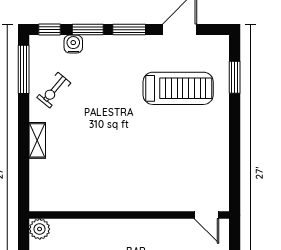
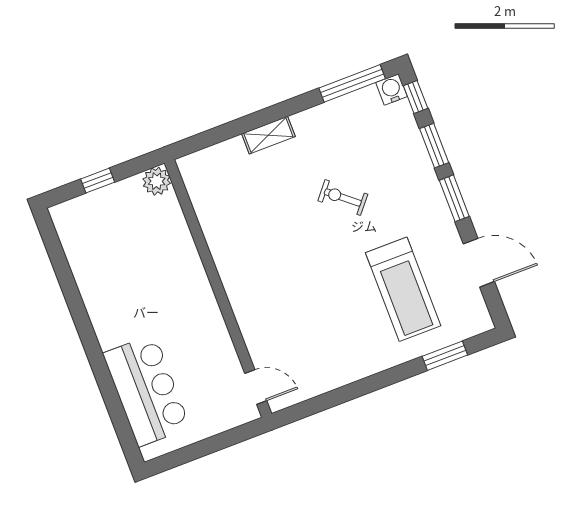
water cooler: (73, 44) -> (392, 89), moved, turned -90
exercise bike: (54, 90) -> (343, 197), moved
door: (207, 215) -> (256, 387), swing flipped

